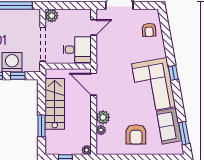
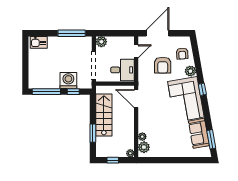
plant: (159, 51) -> (190, 71), added
plant: (103, 117) -> (144, 147), moved
armchair: (136, 134) -> (163, 65), moved

